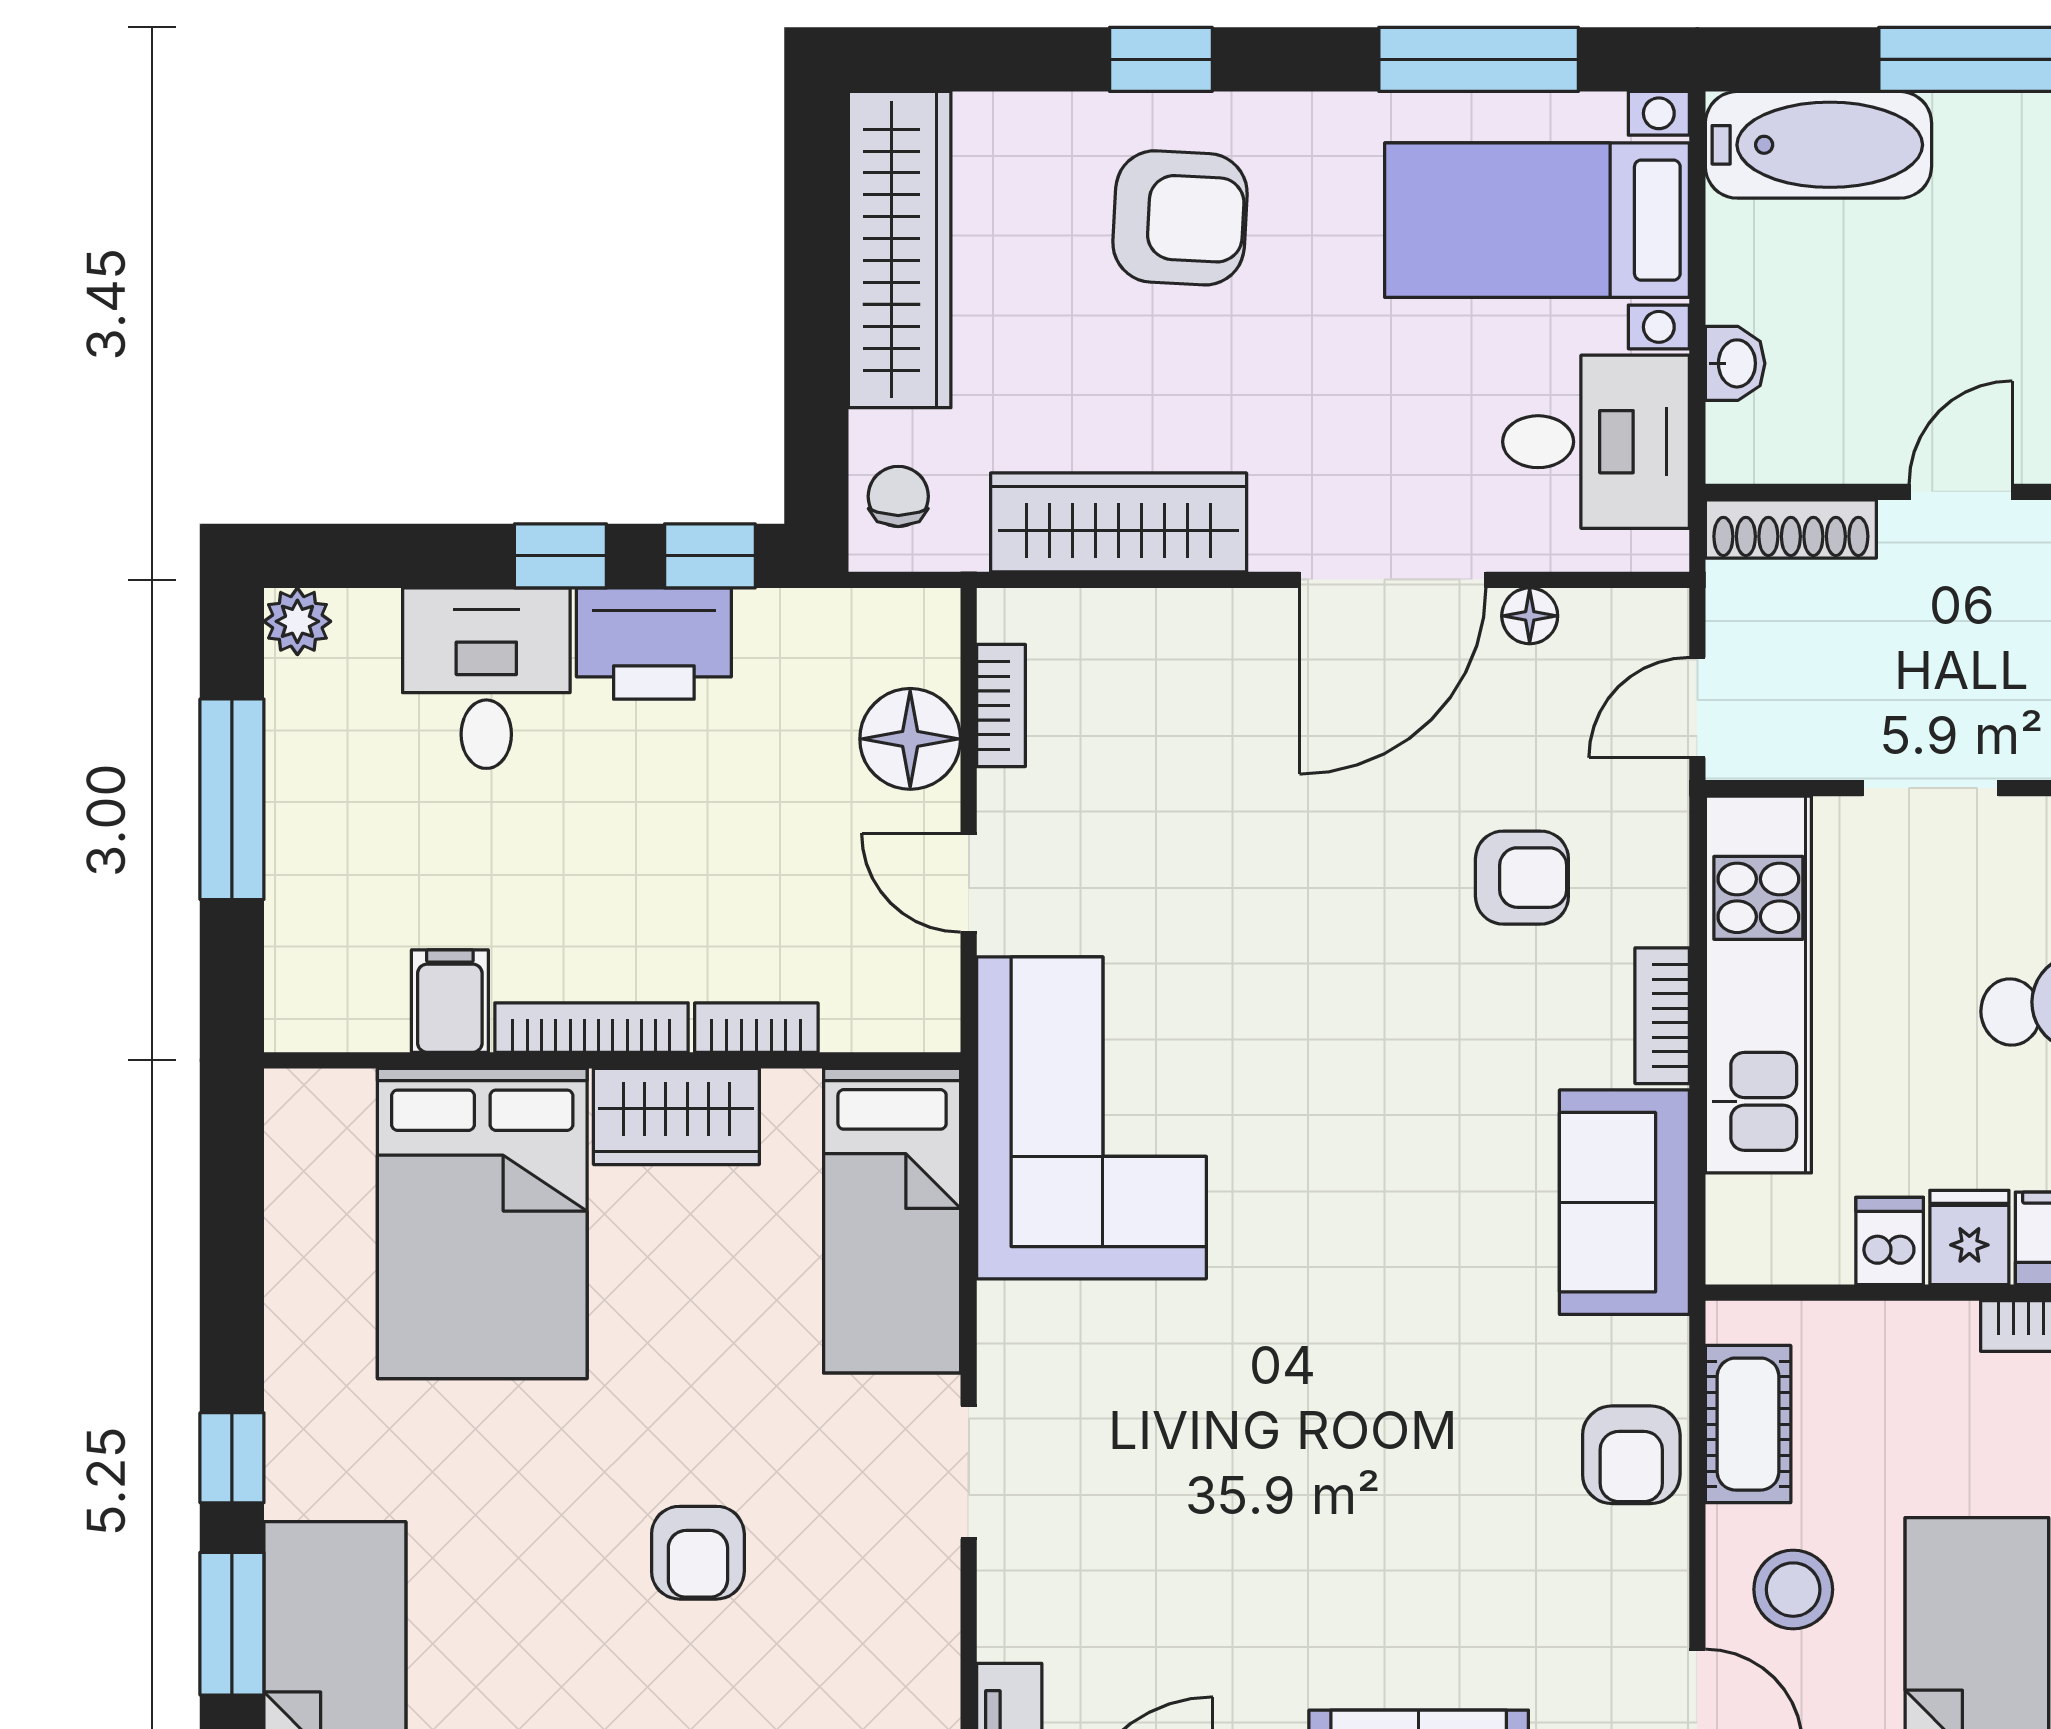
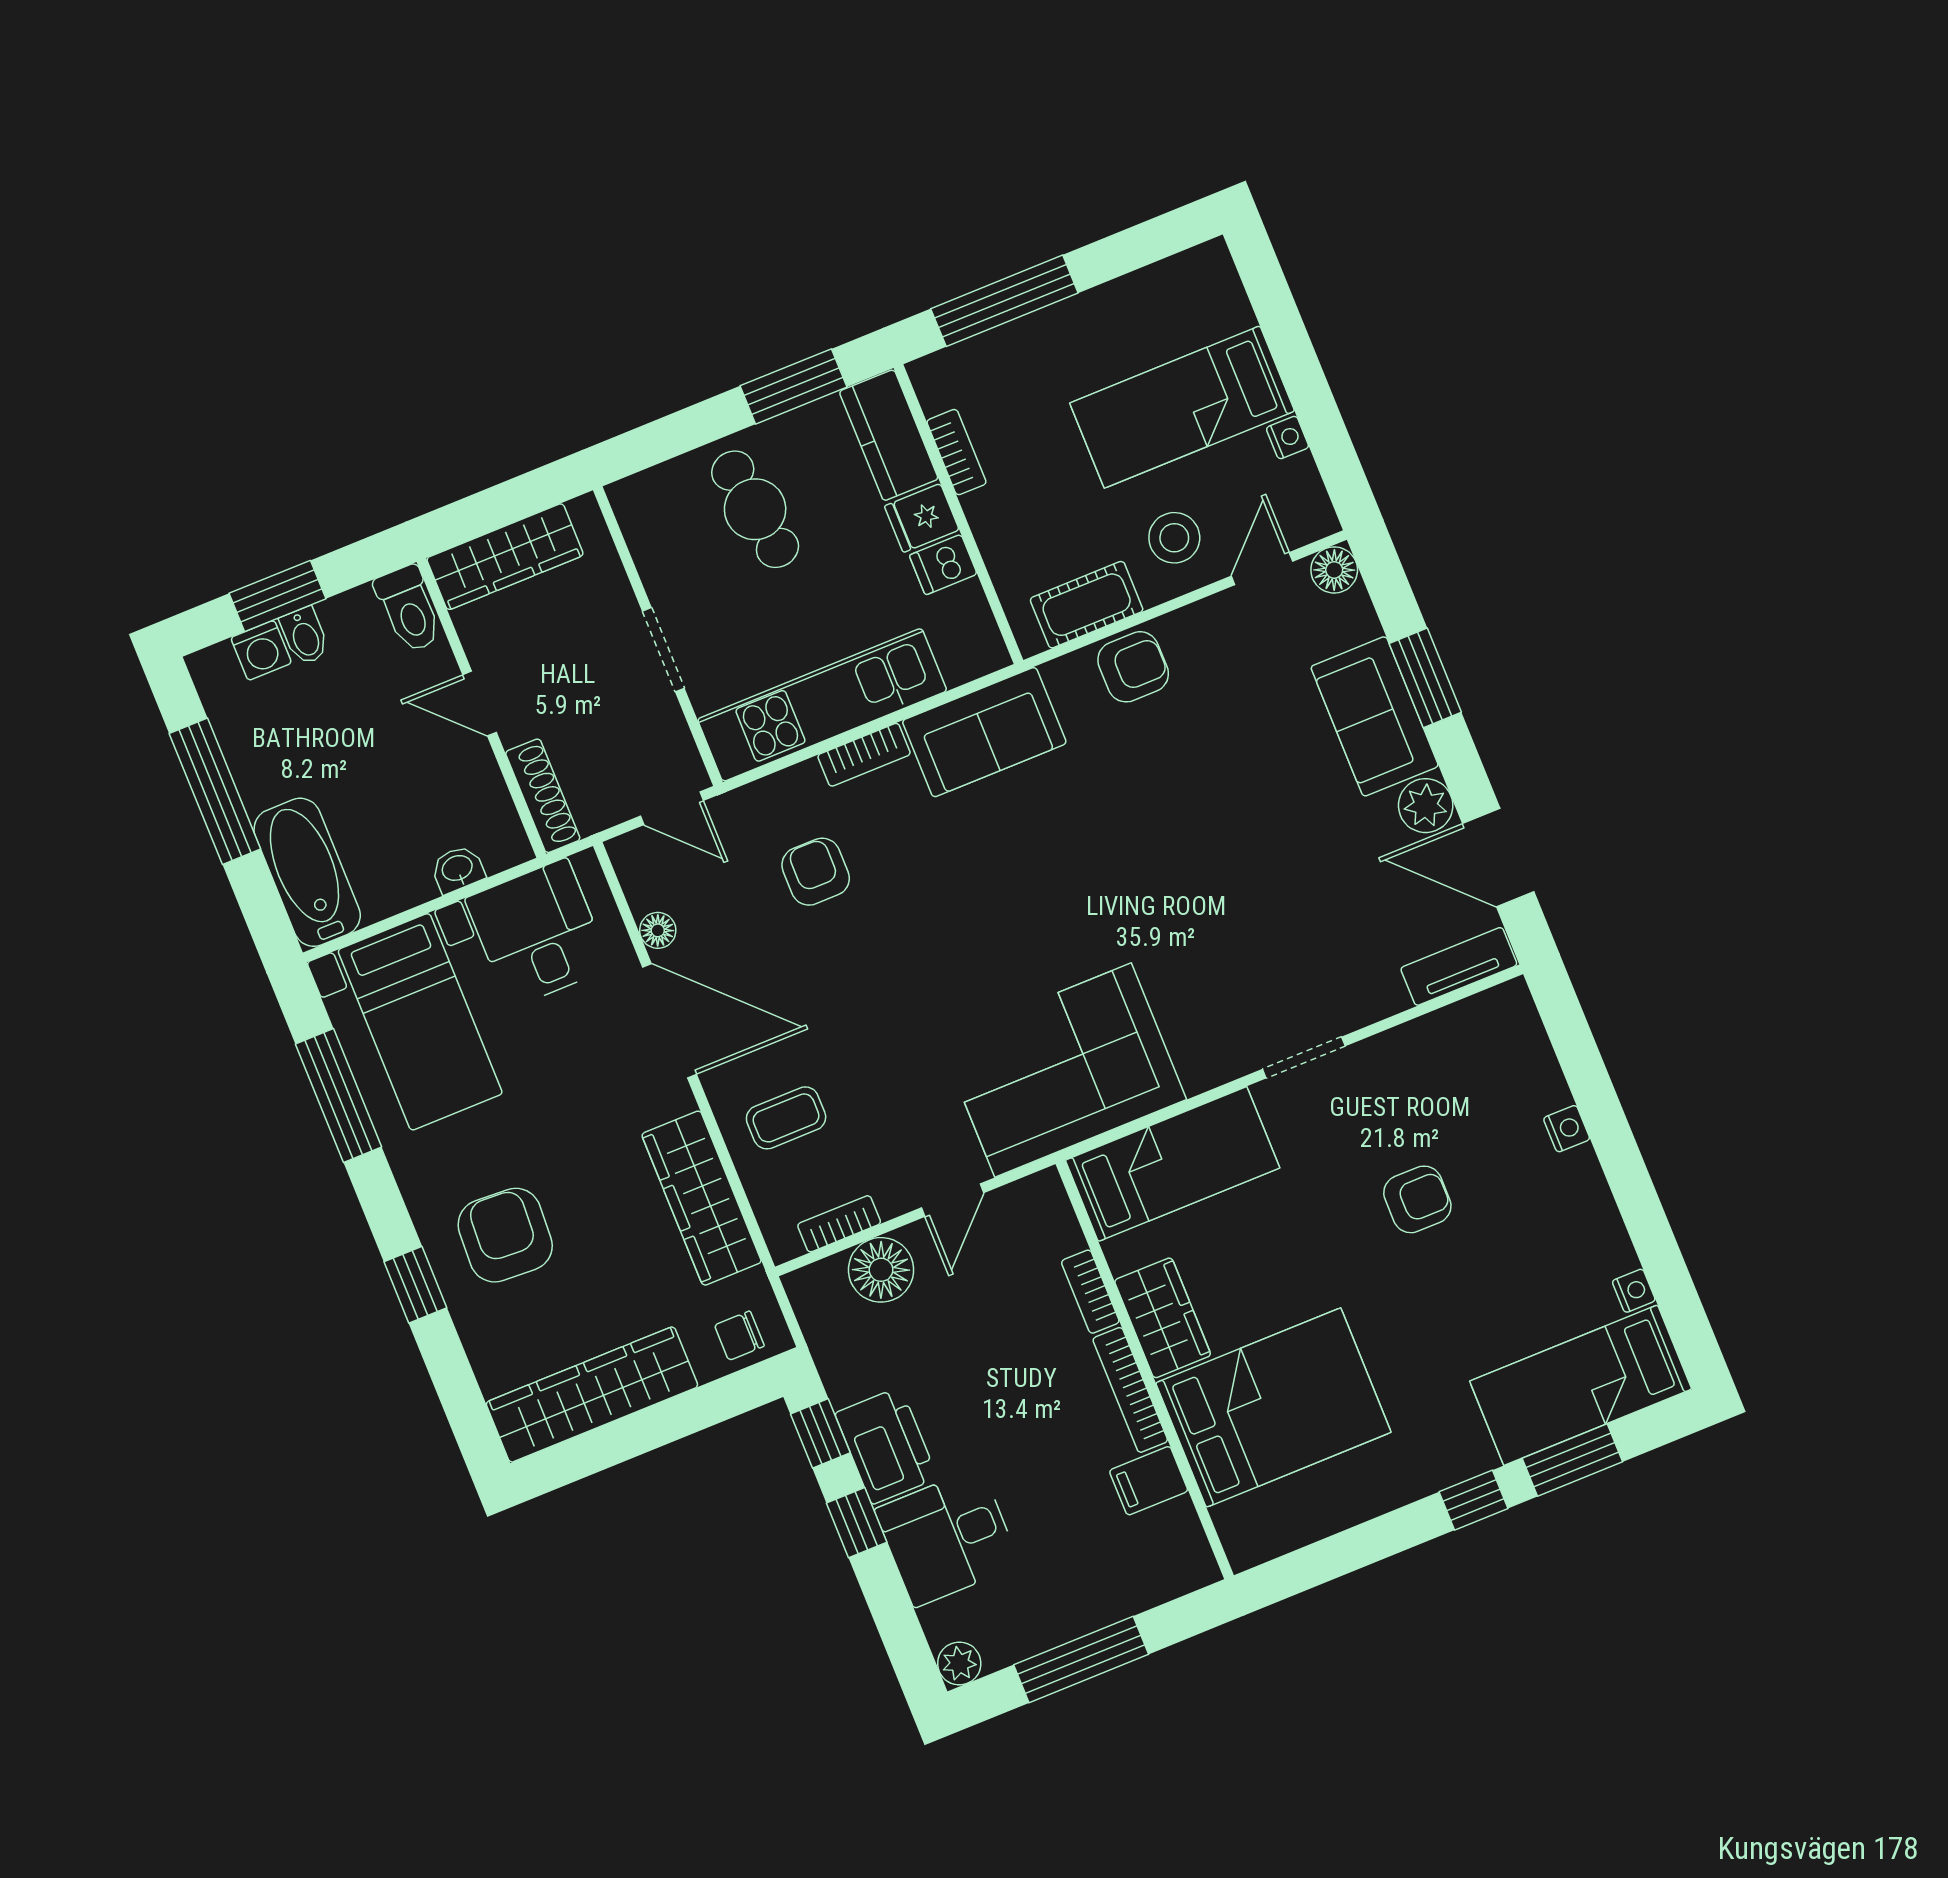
coffee table: (1185, 691) -> (786, 1118), added

